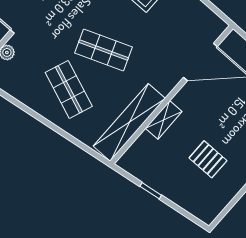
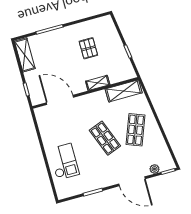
shelving: (129, 122) -> (124, 91), width x0.68

